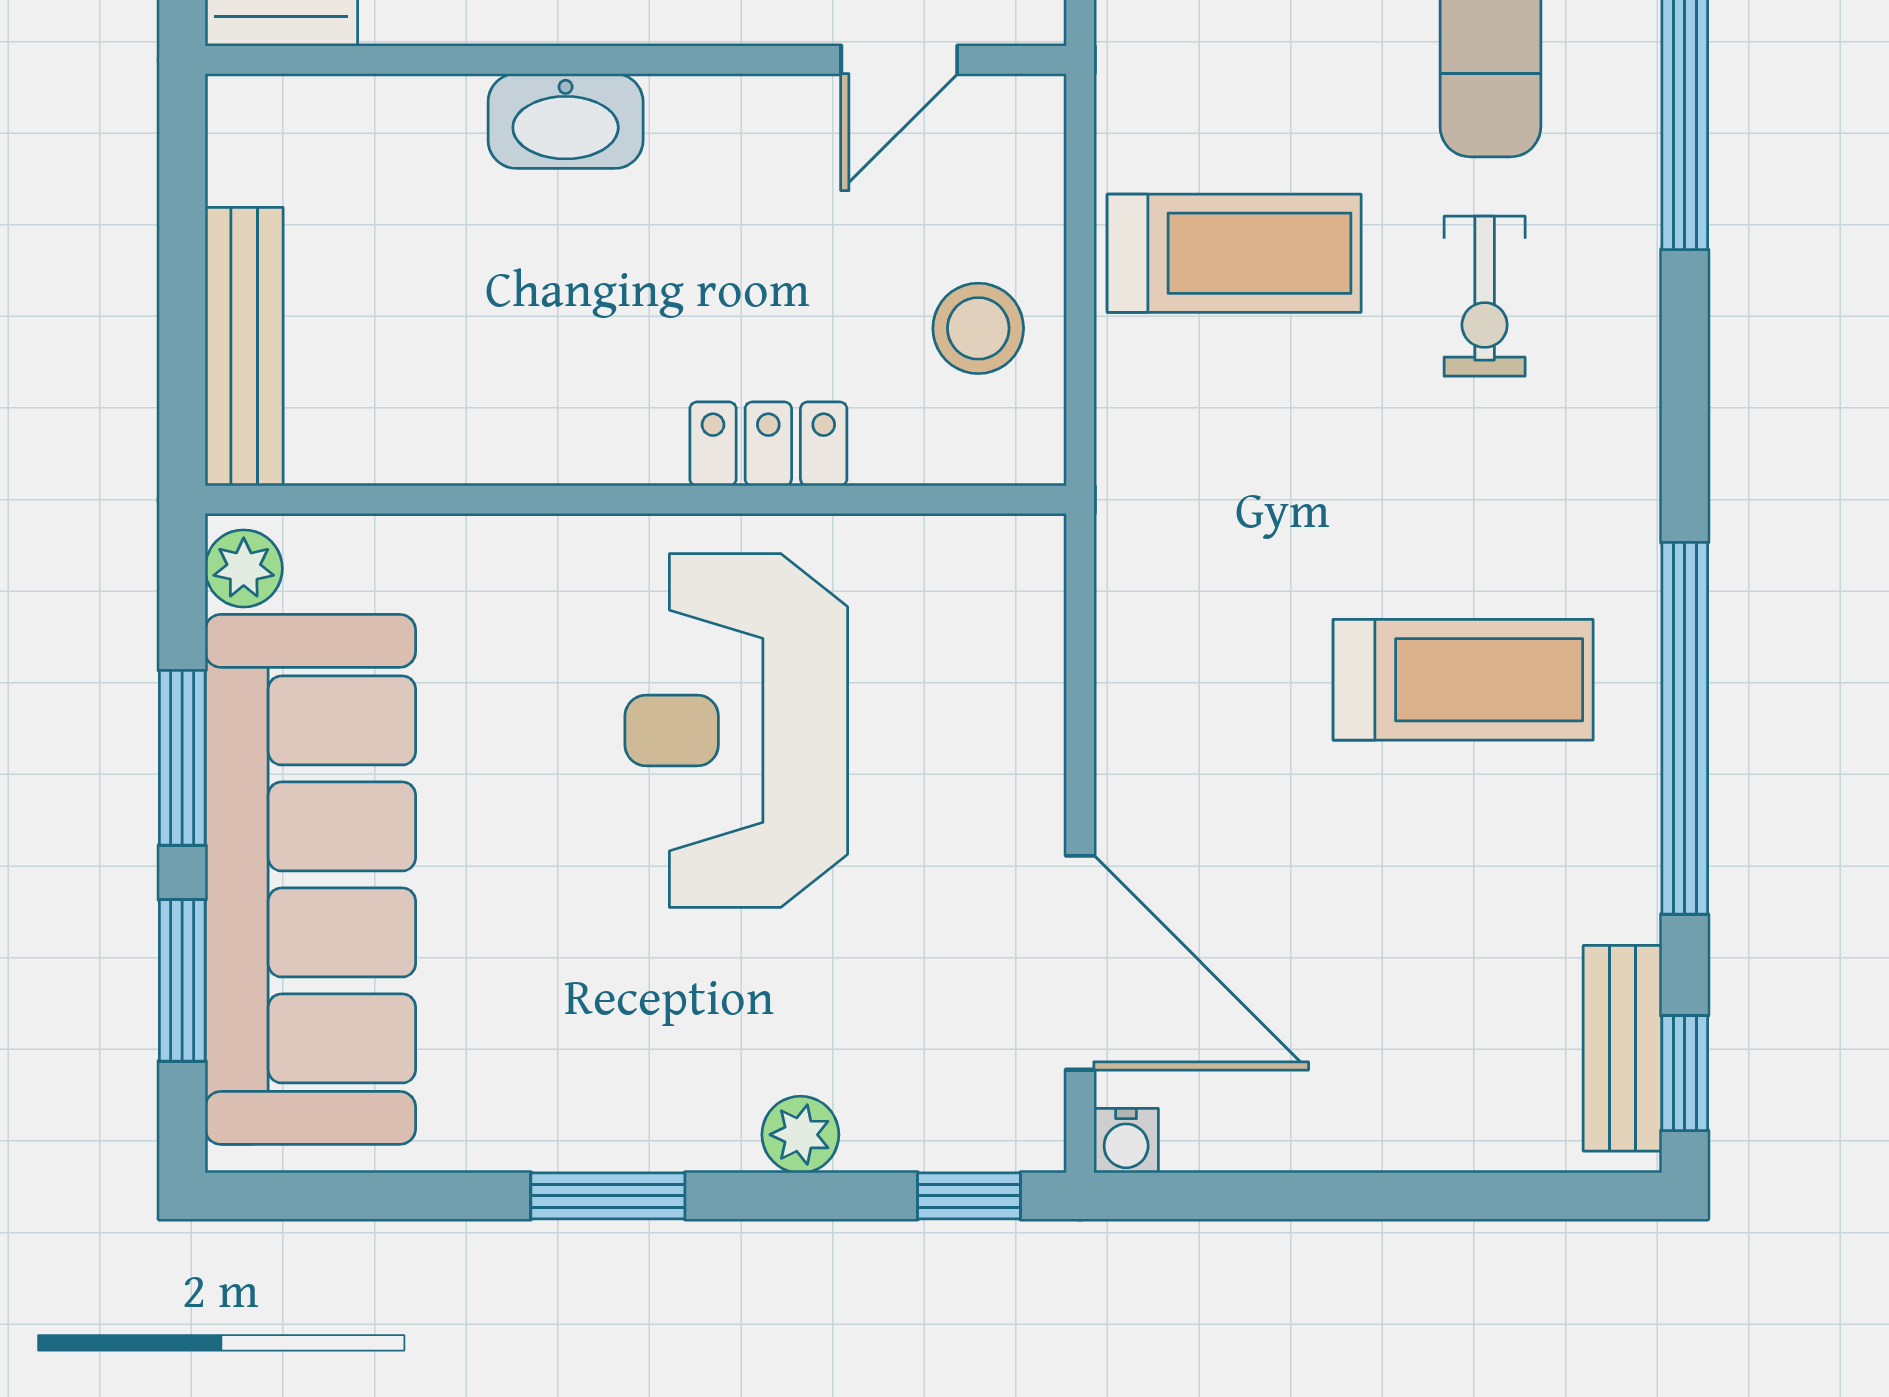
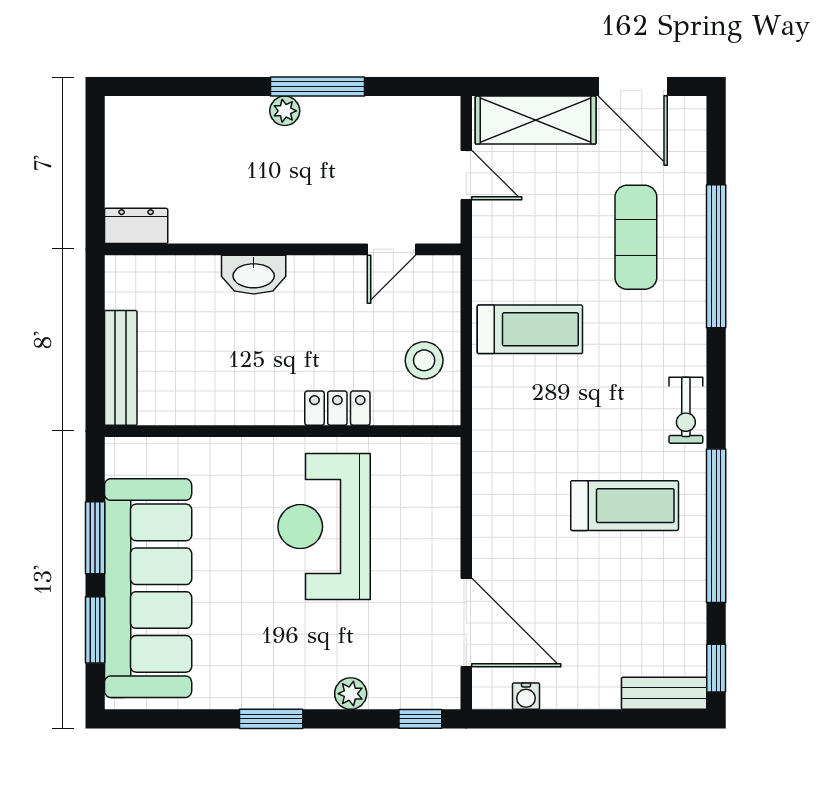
exercise bike: (1485, 296) -> (686, 410), moved
plant: (244, 568) -> (121, 460), removed
bench: (1622, 1048) -> (664, 693), moved, turned 90
water cooler: (1126, 1141) -> (526, 696), moved

